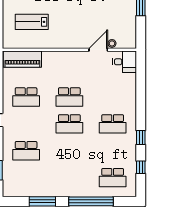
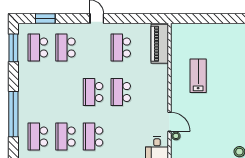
lab bench: (32, 22) -> (198, 76), moved
school desk: (113, 151) -> (65, 137), added
school desk: (26, 178) -> (38, 48), added
window: (42, 201) -> (13, 48), moved

